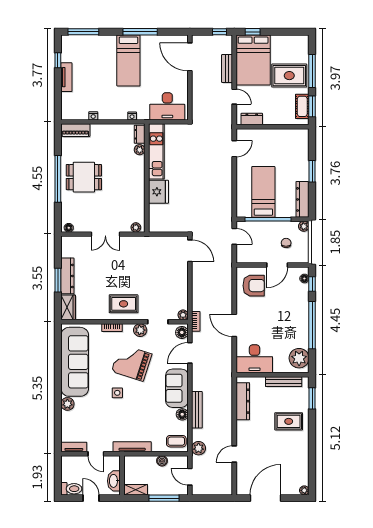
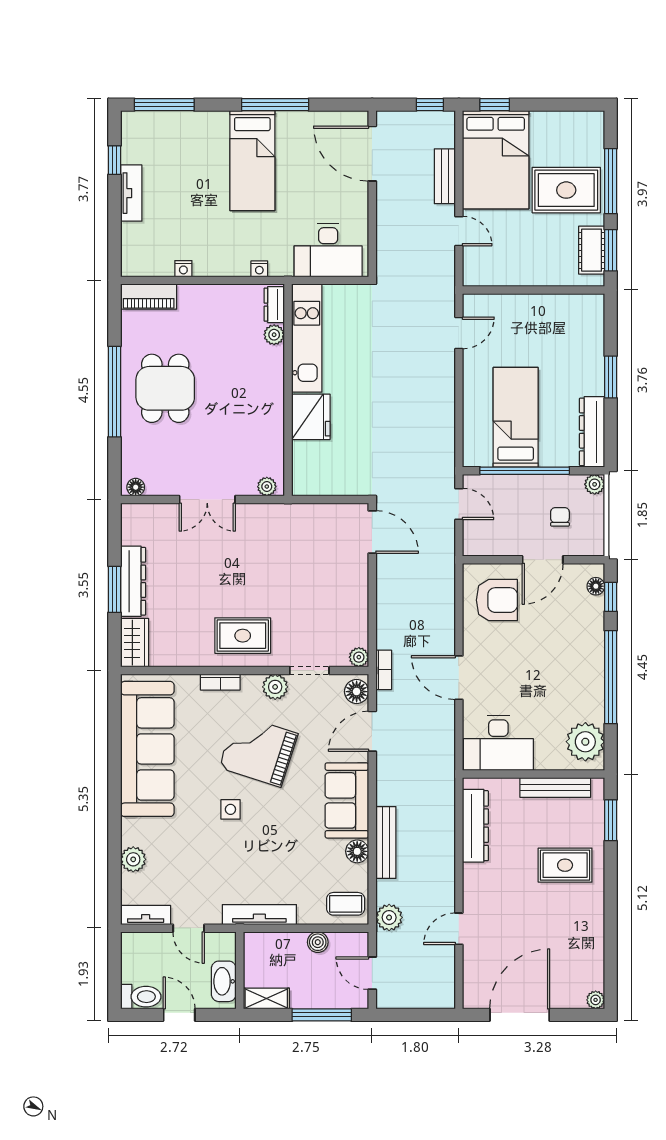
dresser: (252, 119) -> (493, 275), removed
dining table: (84, 177) -> (165, 388), turned 90
plant: (67, 404) -> (133, 859), moved

